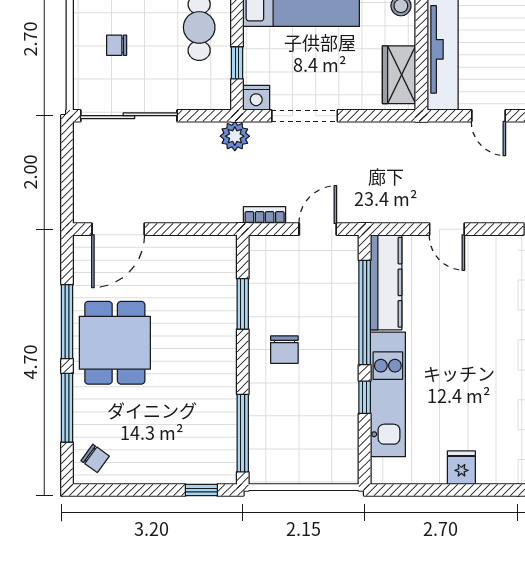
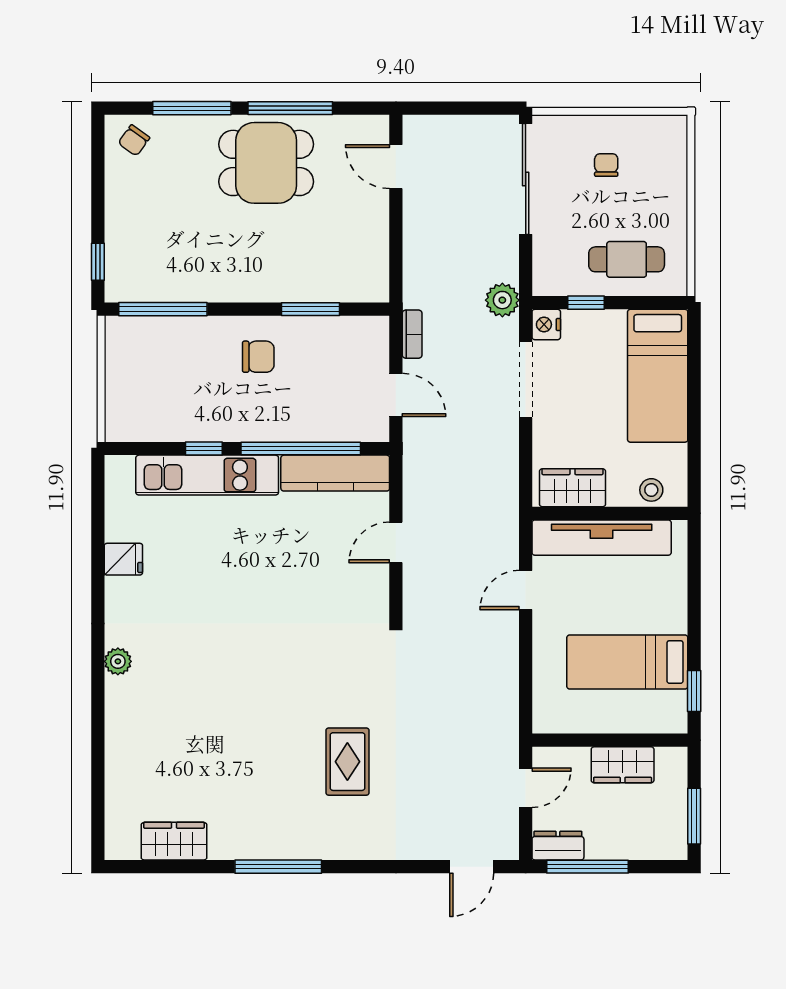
door: (118, 229) -> (396, 167), width x0.73
chair: (284, 350) -> (258, 357), turned 180

